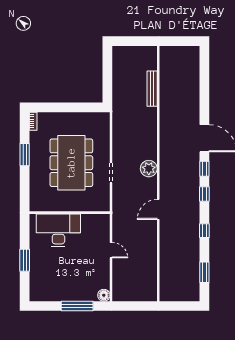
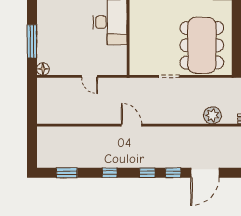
dining table: (71, 163) -> (202, 45), moved, turned 90
plant: (149, 169) -> (212, 115), moved
door: (111, 250) -> (89, 76), hinge flipped

